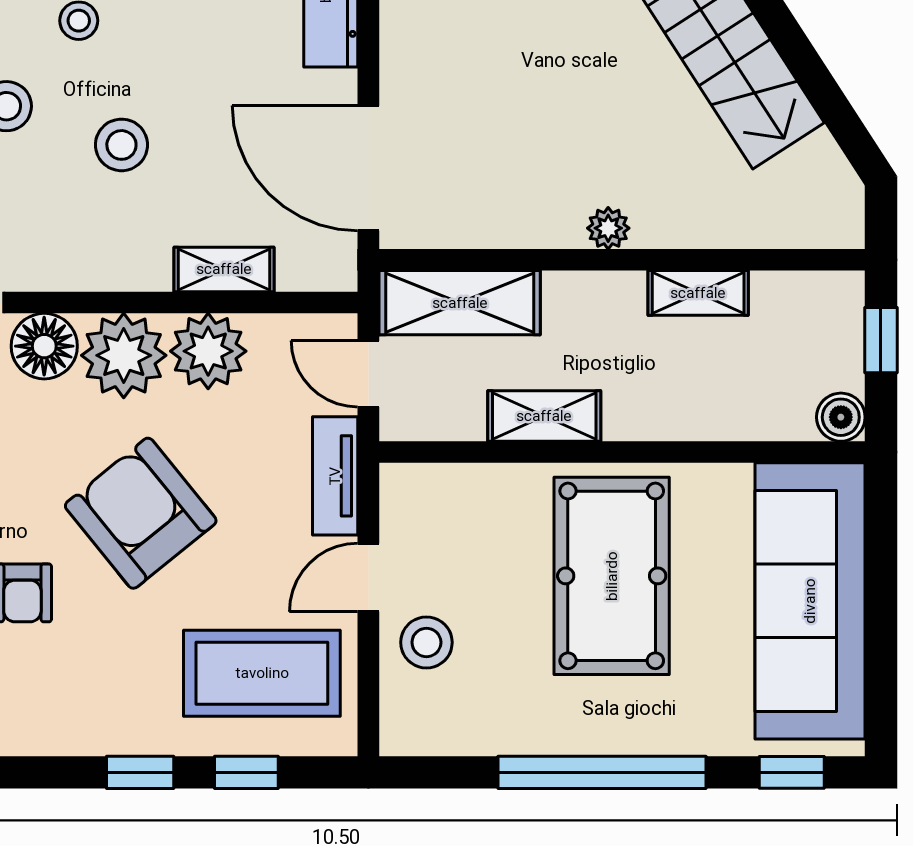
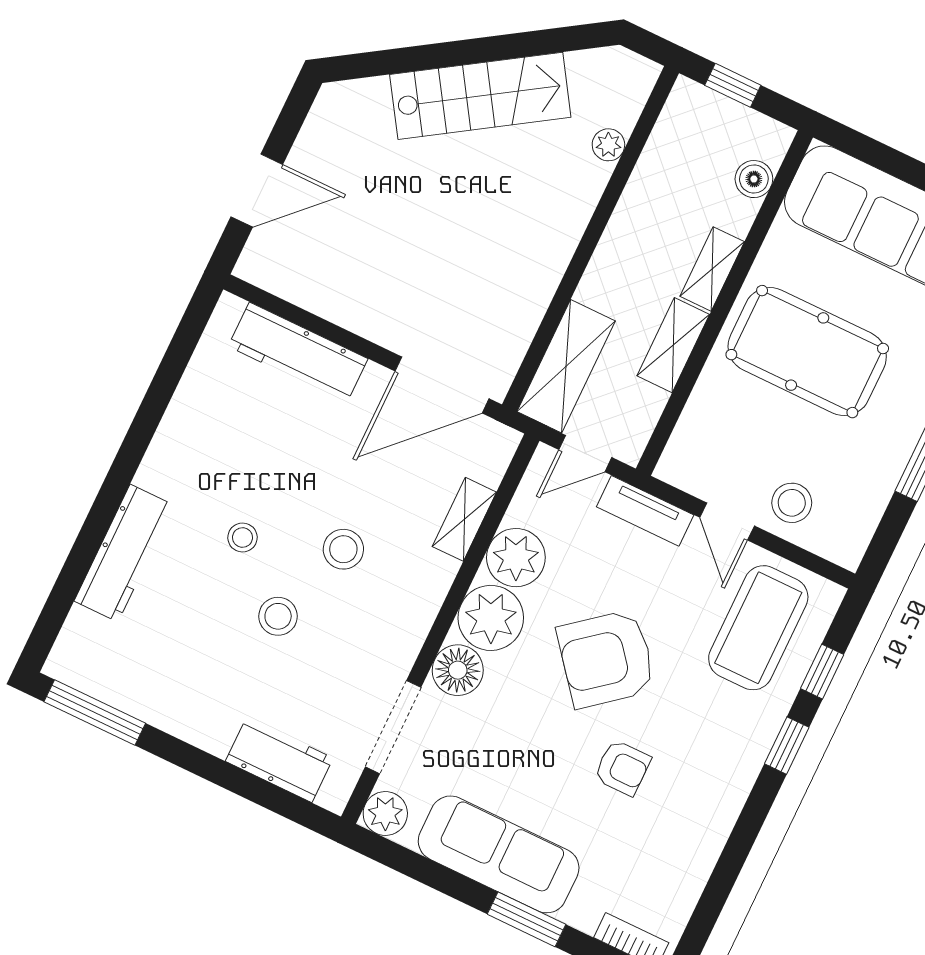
plant: (608, 228) -> (608, 145), moved
shelving: (698, 293) -> (712, 269), moved
boiler: (841, 417) -> (754, 179), moved

